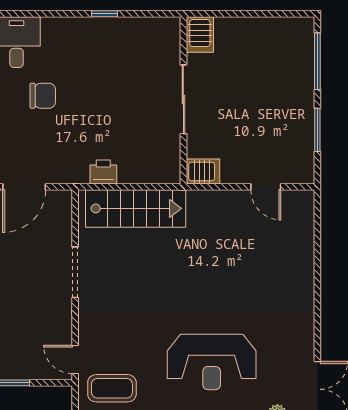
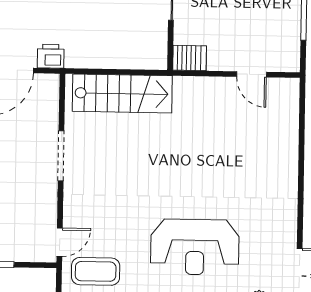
printer: (103, 172) -> (51, 56), moved
door: (75, 359) -> (60, 242), swing flipped

